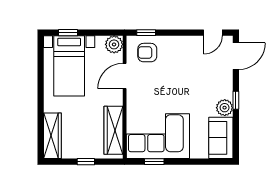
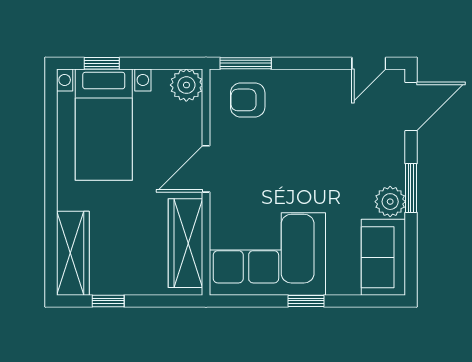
window: (146, 33) -> (246, 63), width x1.50
door: (125, 76) -> (206, 169), moved
window: (236, 100) -> (411, 188), width x1.50
window: (86, 162) -> (108, 301), moved
window: (154, 162) -> (306, 301), moved

